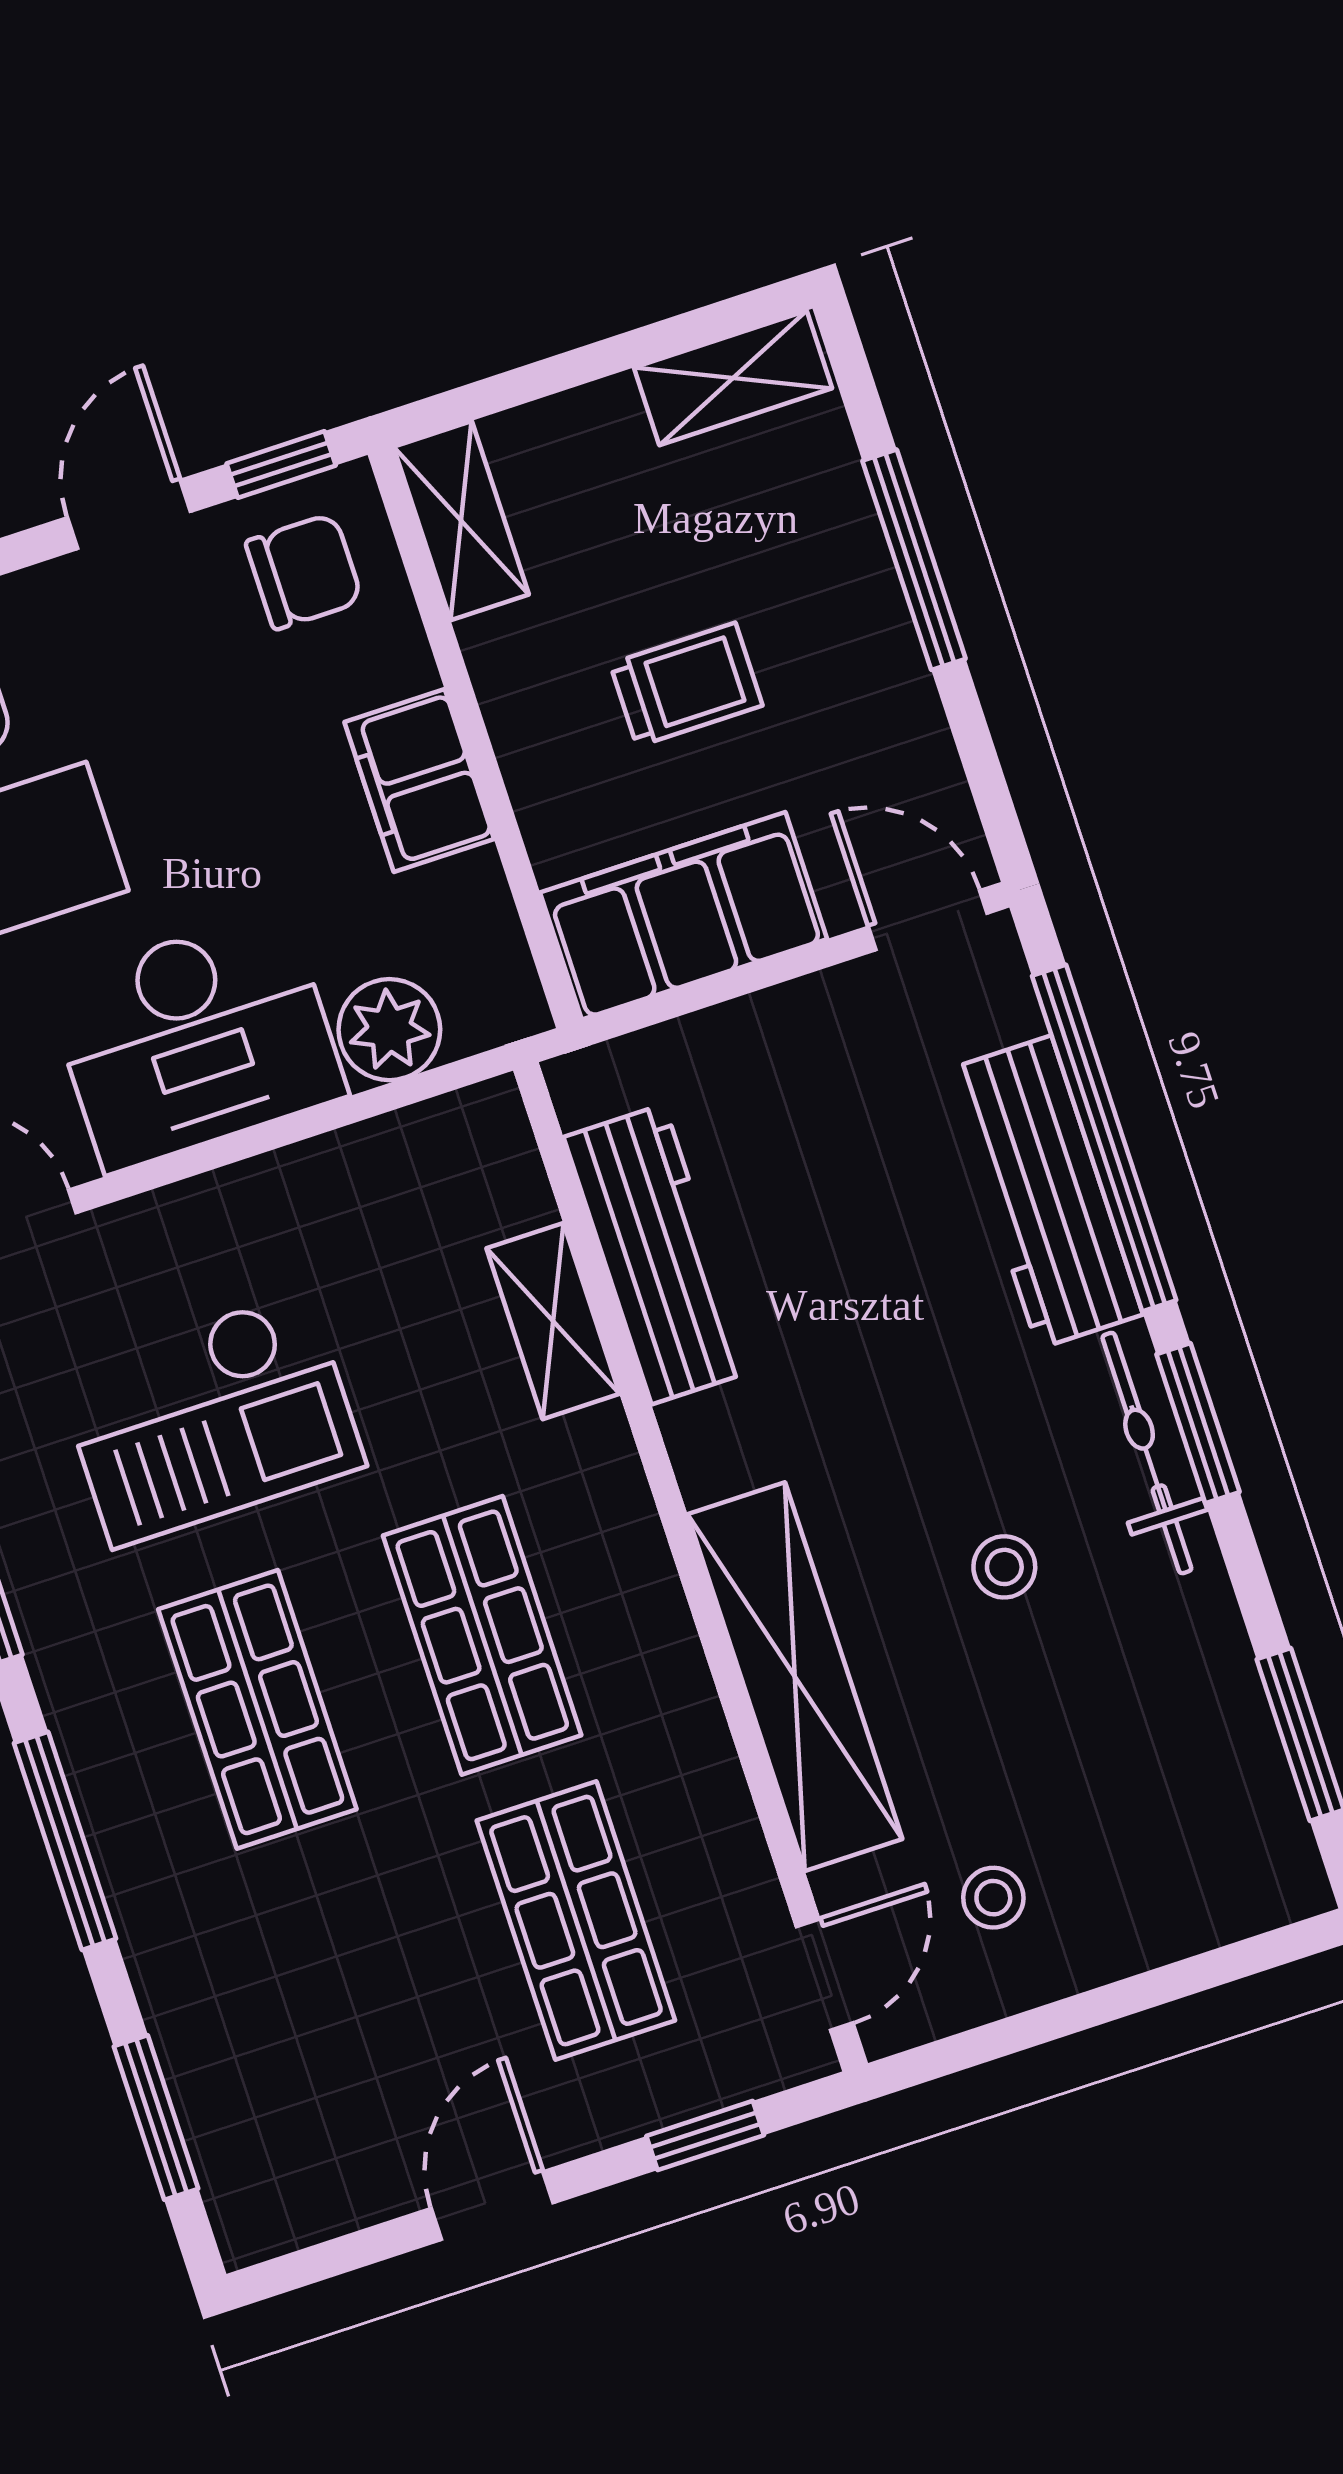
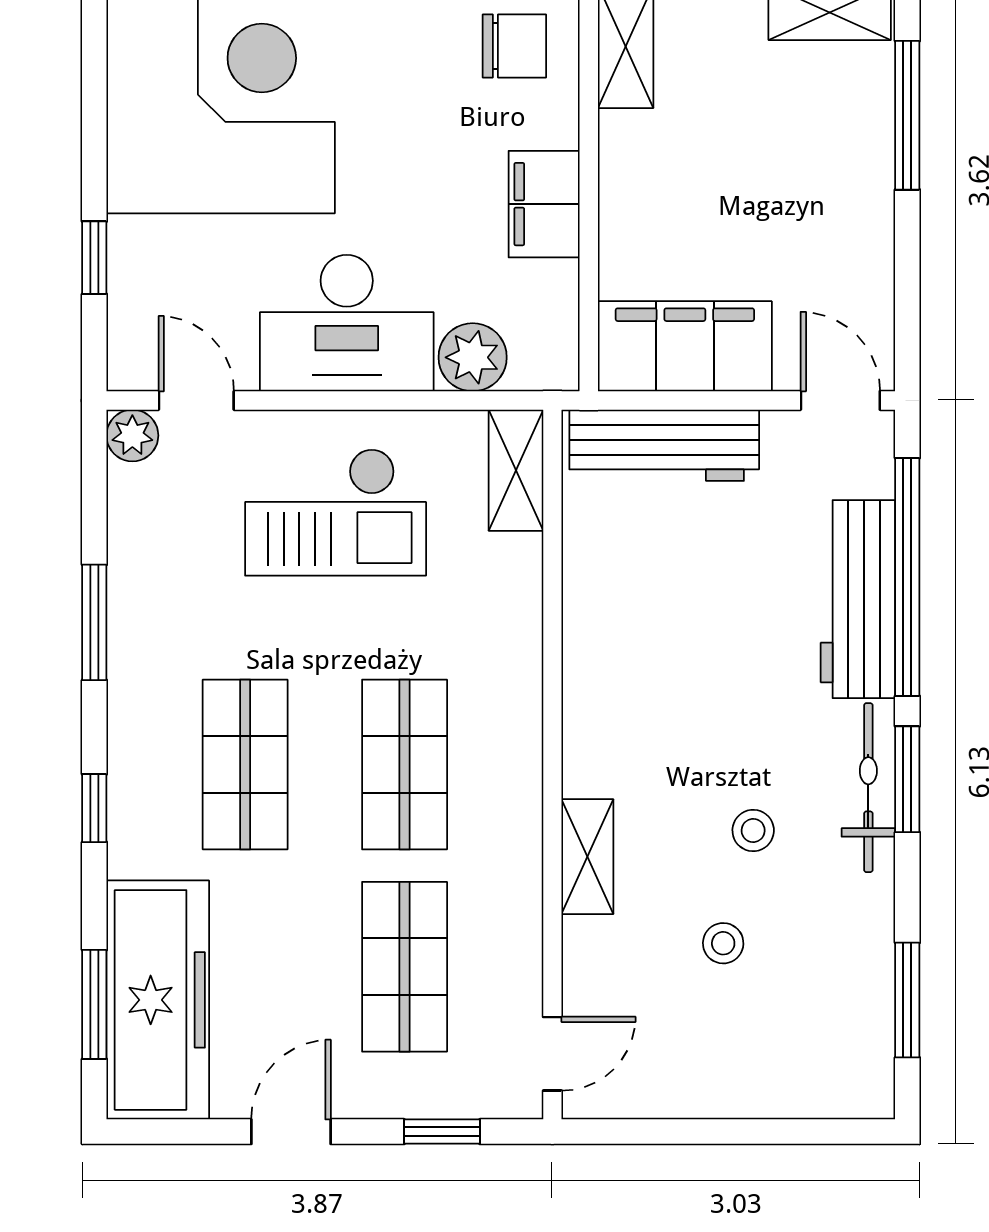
window: (914, 560) -> (907, 115), moved
trolley: (686, 685) -> (735, 199), removed
workbench: (658, 1254) -> (664, 445), moved, turned 90
shelving: (553, 1321) -> (516, 470), moved
checkout: (210, 1418) -> (336, 512), moved
shelving: (795, 1677) -> (587, 857), width x0.45, depth x0.75
window: (65, 1841) -> (94, 808), width x0.46
stool: (993, 1898) -> (723, 943), moved
freezer: (243, 2082) -> (158, 1000), added

